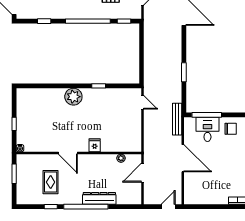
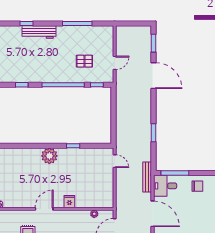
desk: (207, 129) -> (165, 186), moved, turned -90
door: (68, 153) -> (44, 209), swing flipped

